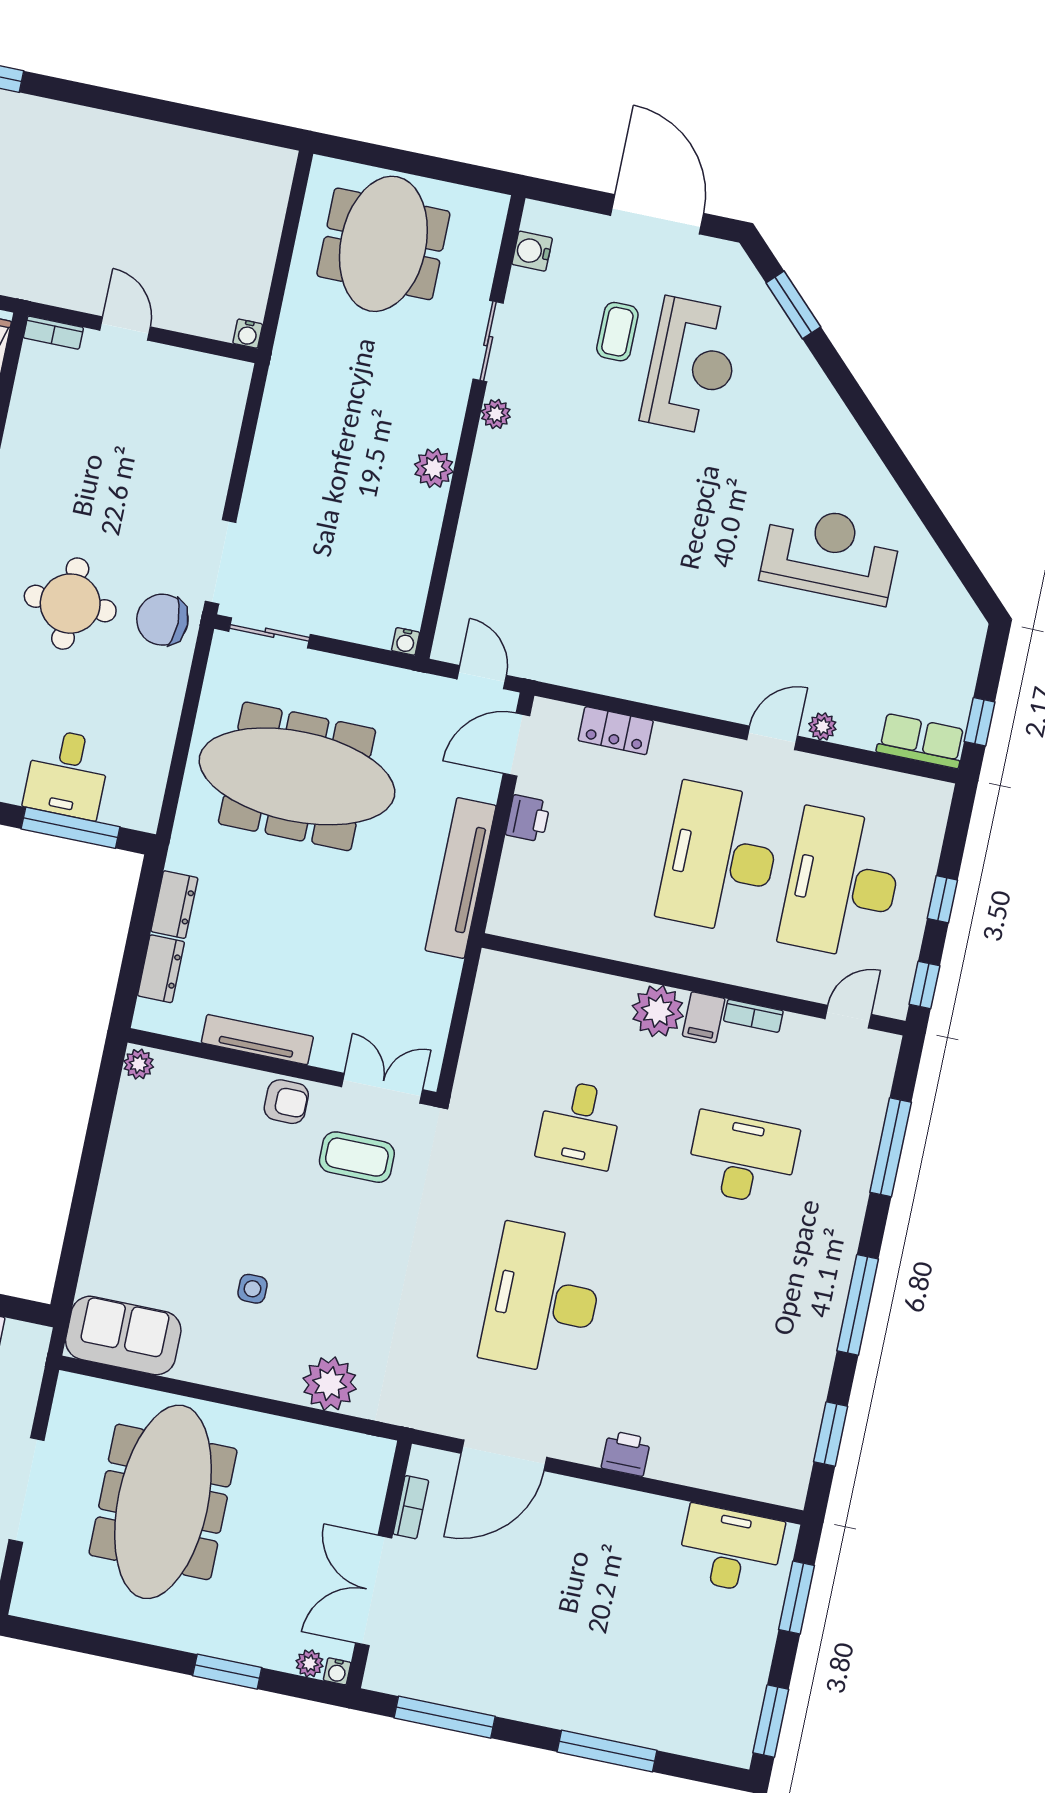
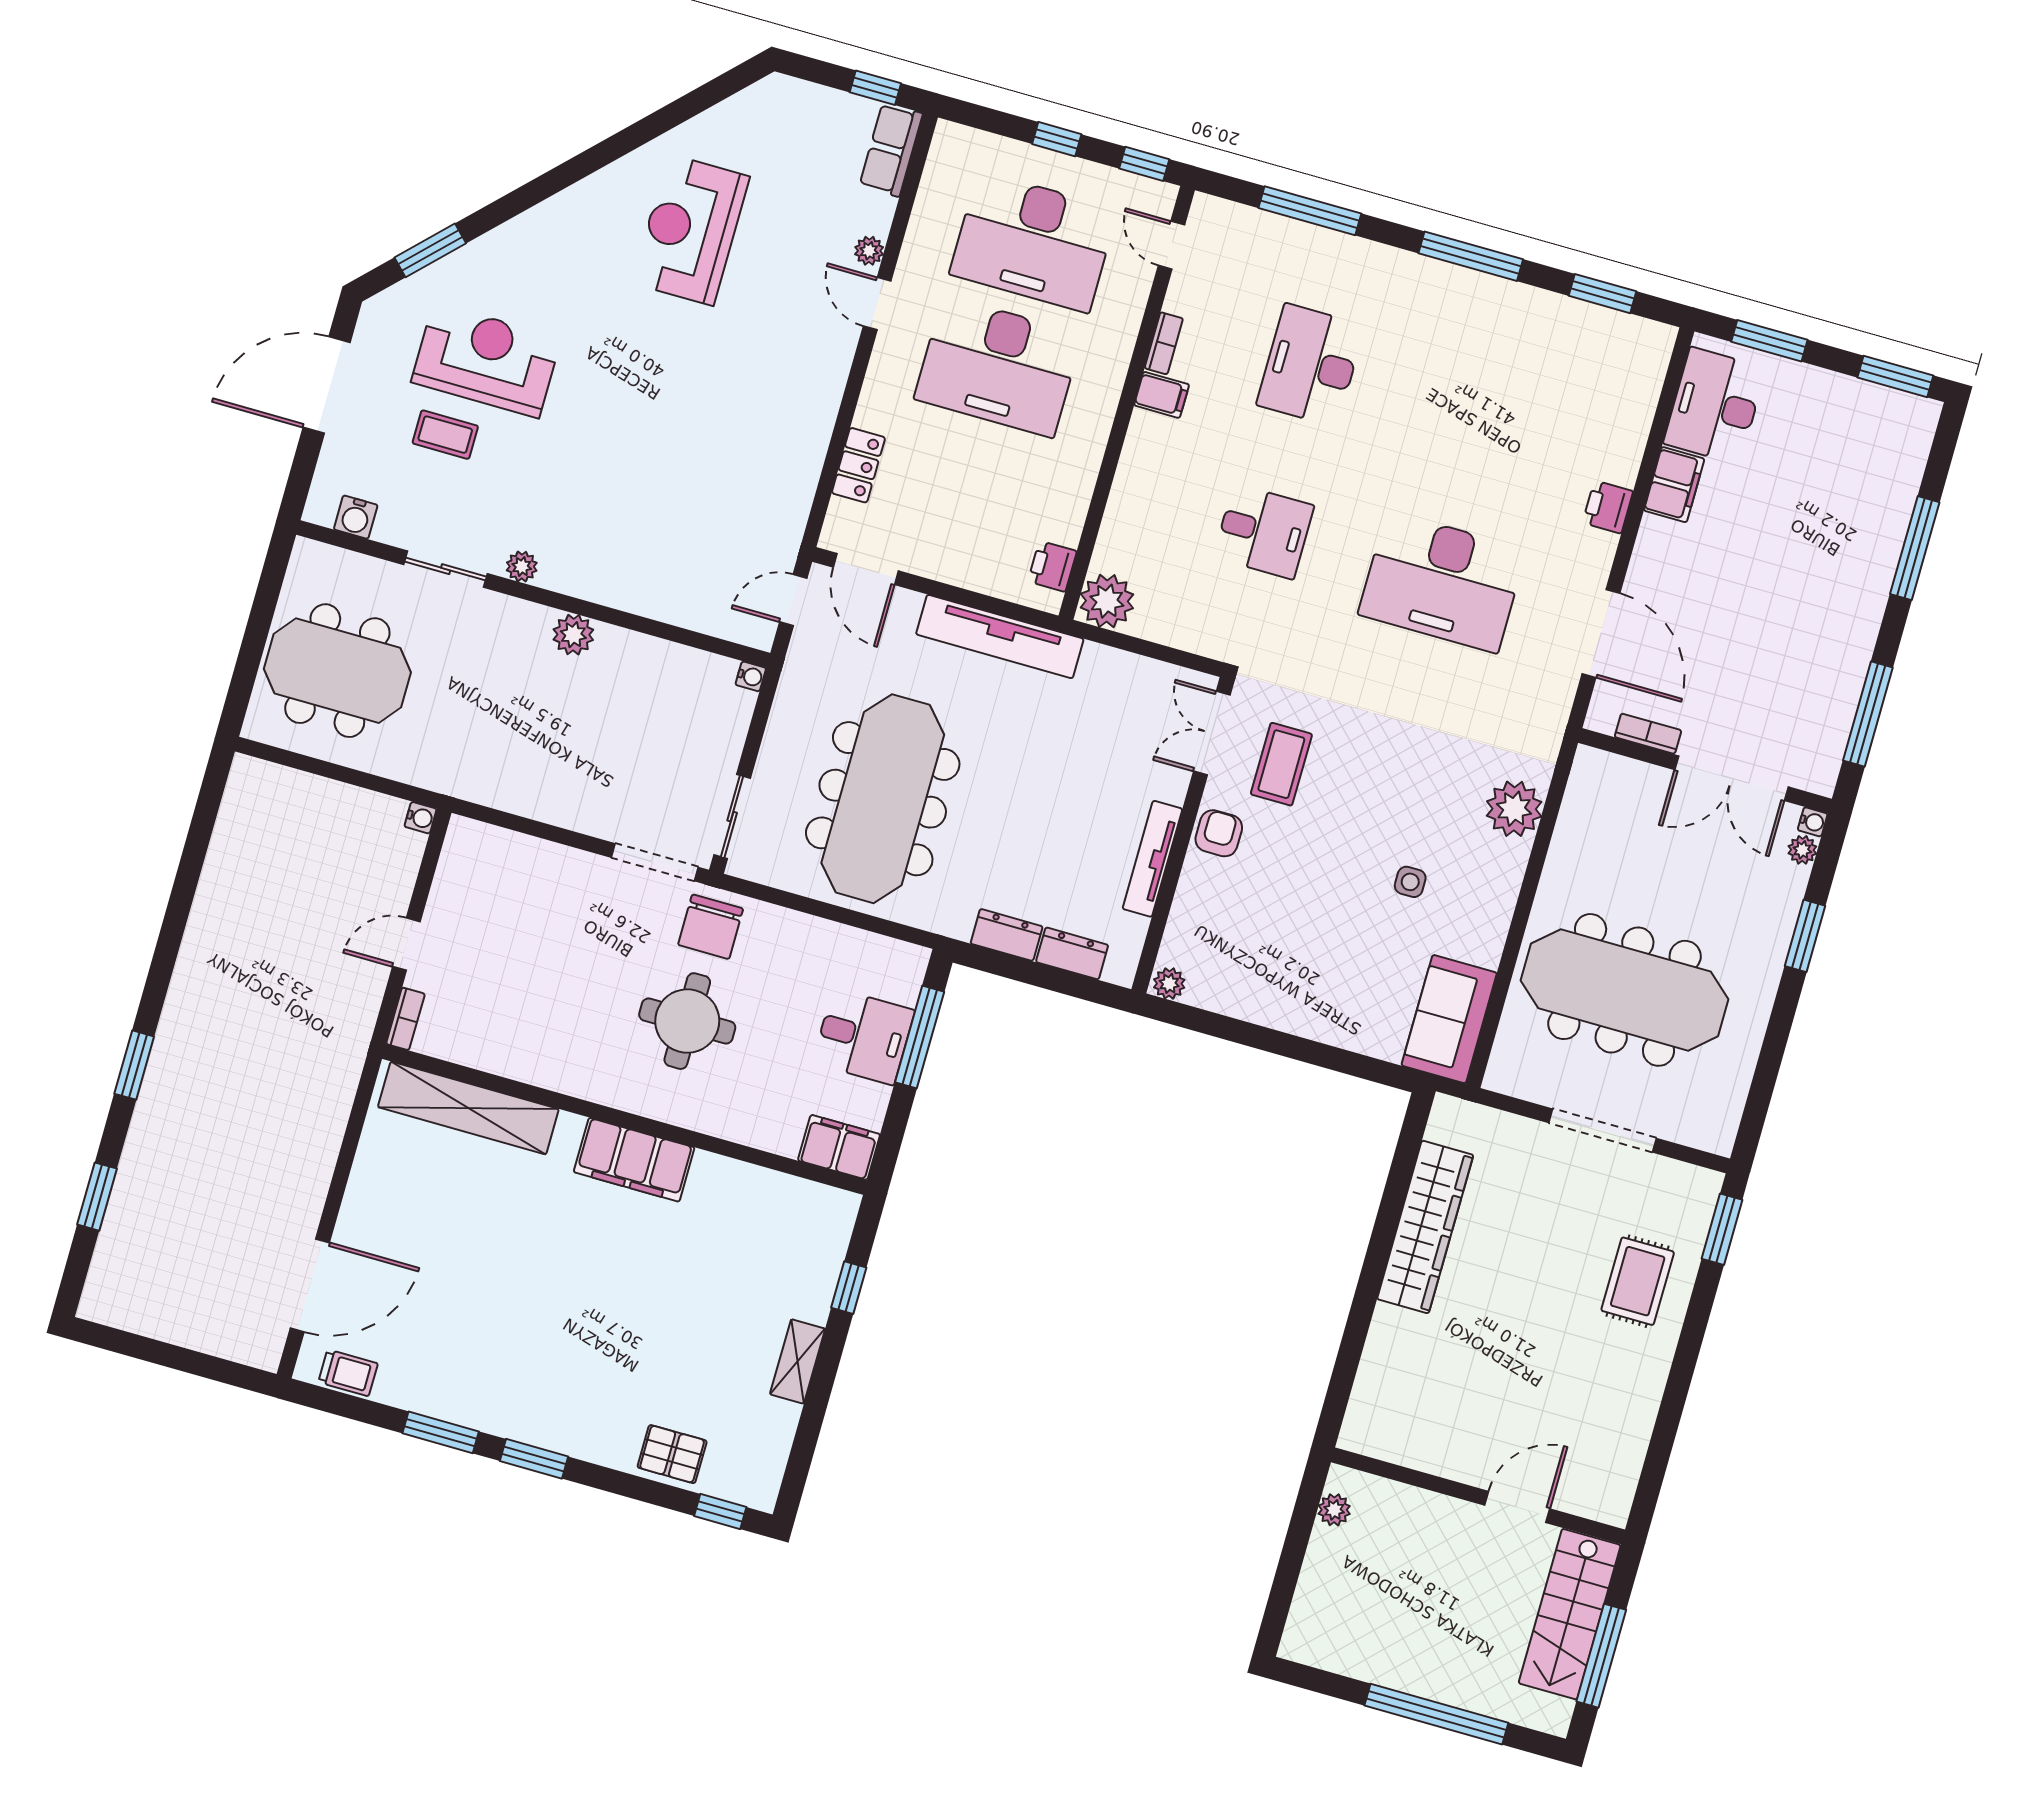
printer: (528, 818) -> (1052, 566), moved, turned -90
plant: (658, 1011) -> (1107, 601), moved
filing cabinet: (652, 1516) -> (1674, 485), added

